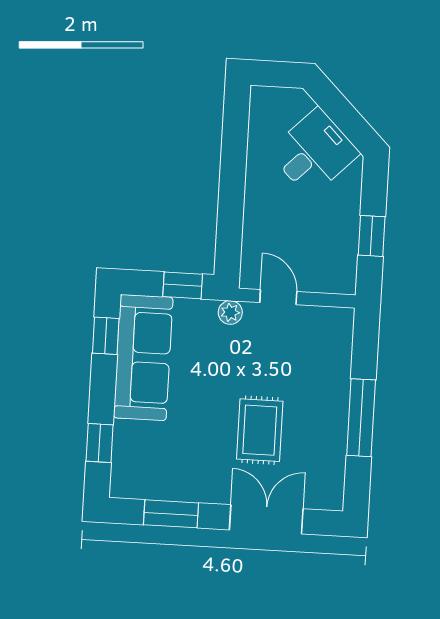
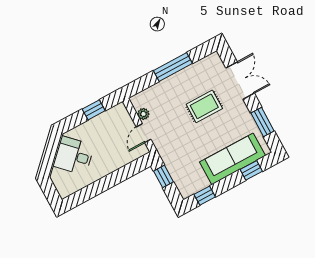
plant: (230, 312) -> (143, 114), moved
sofa: (143, 357) -> (233, 159), moved
double door: (266, 519) -> (240, 81), swing flipped

